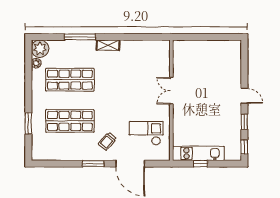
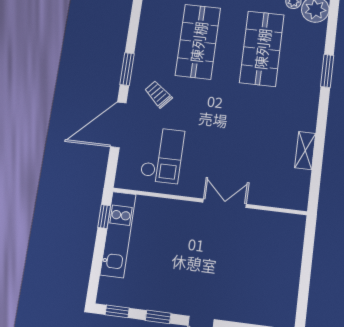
window: (80, 37) -> (327, 71), width x0.69
shelving: (108, 45) -> (305, 151), moved
window: (200, 164) -> (104, 217), moved

